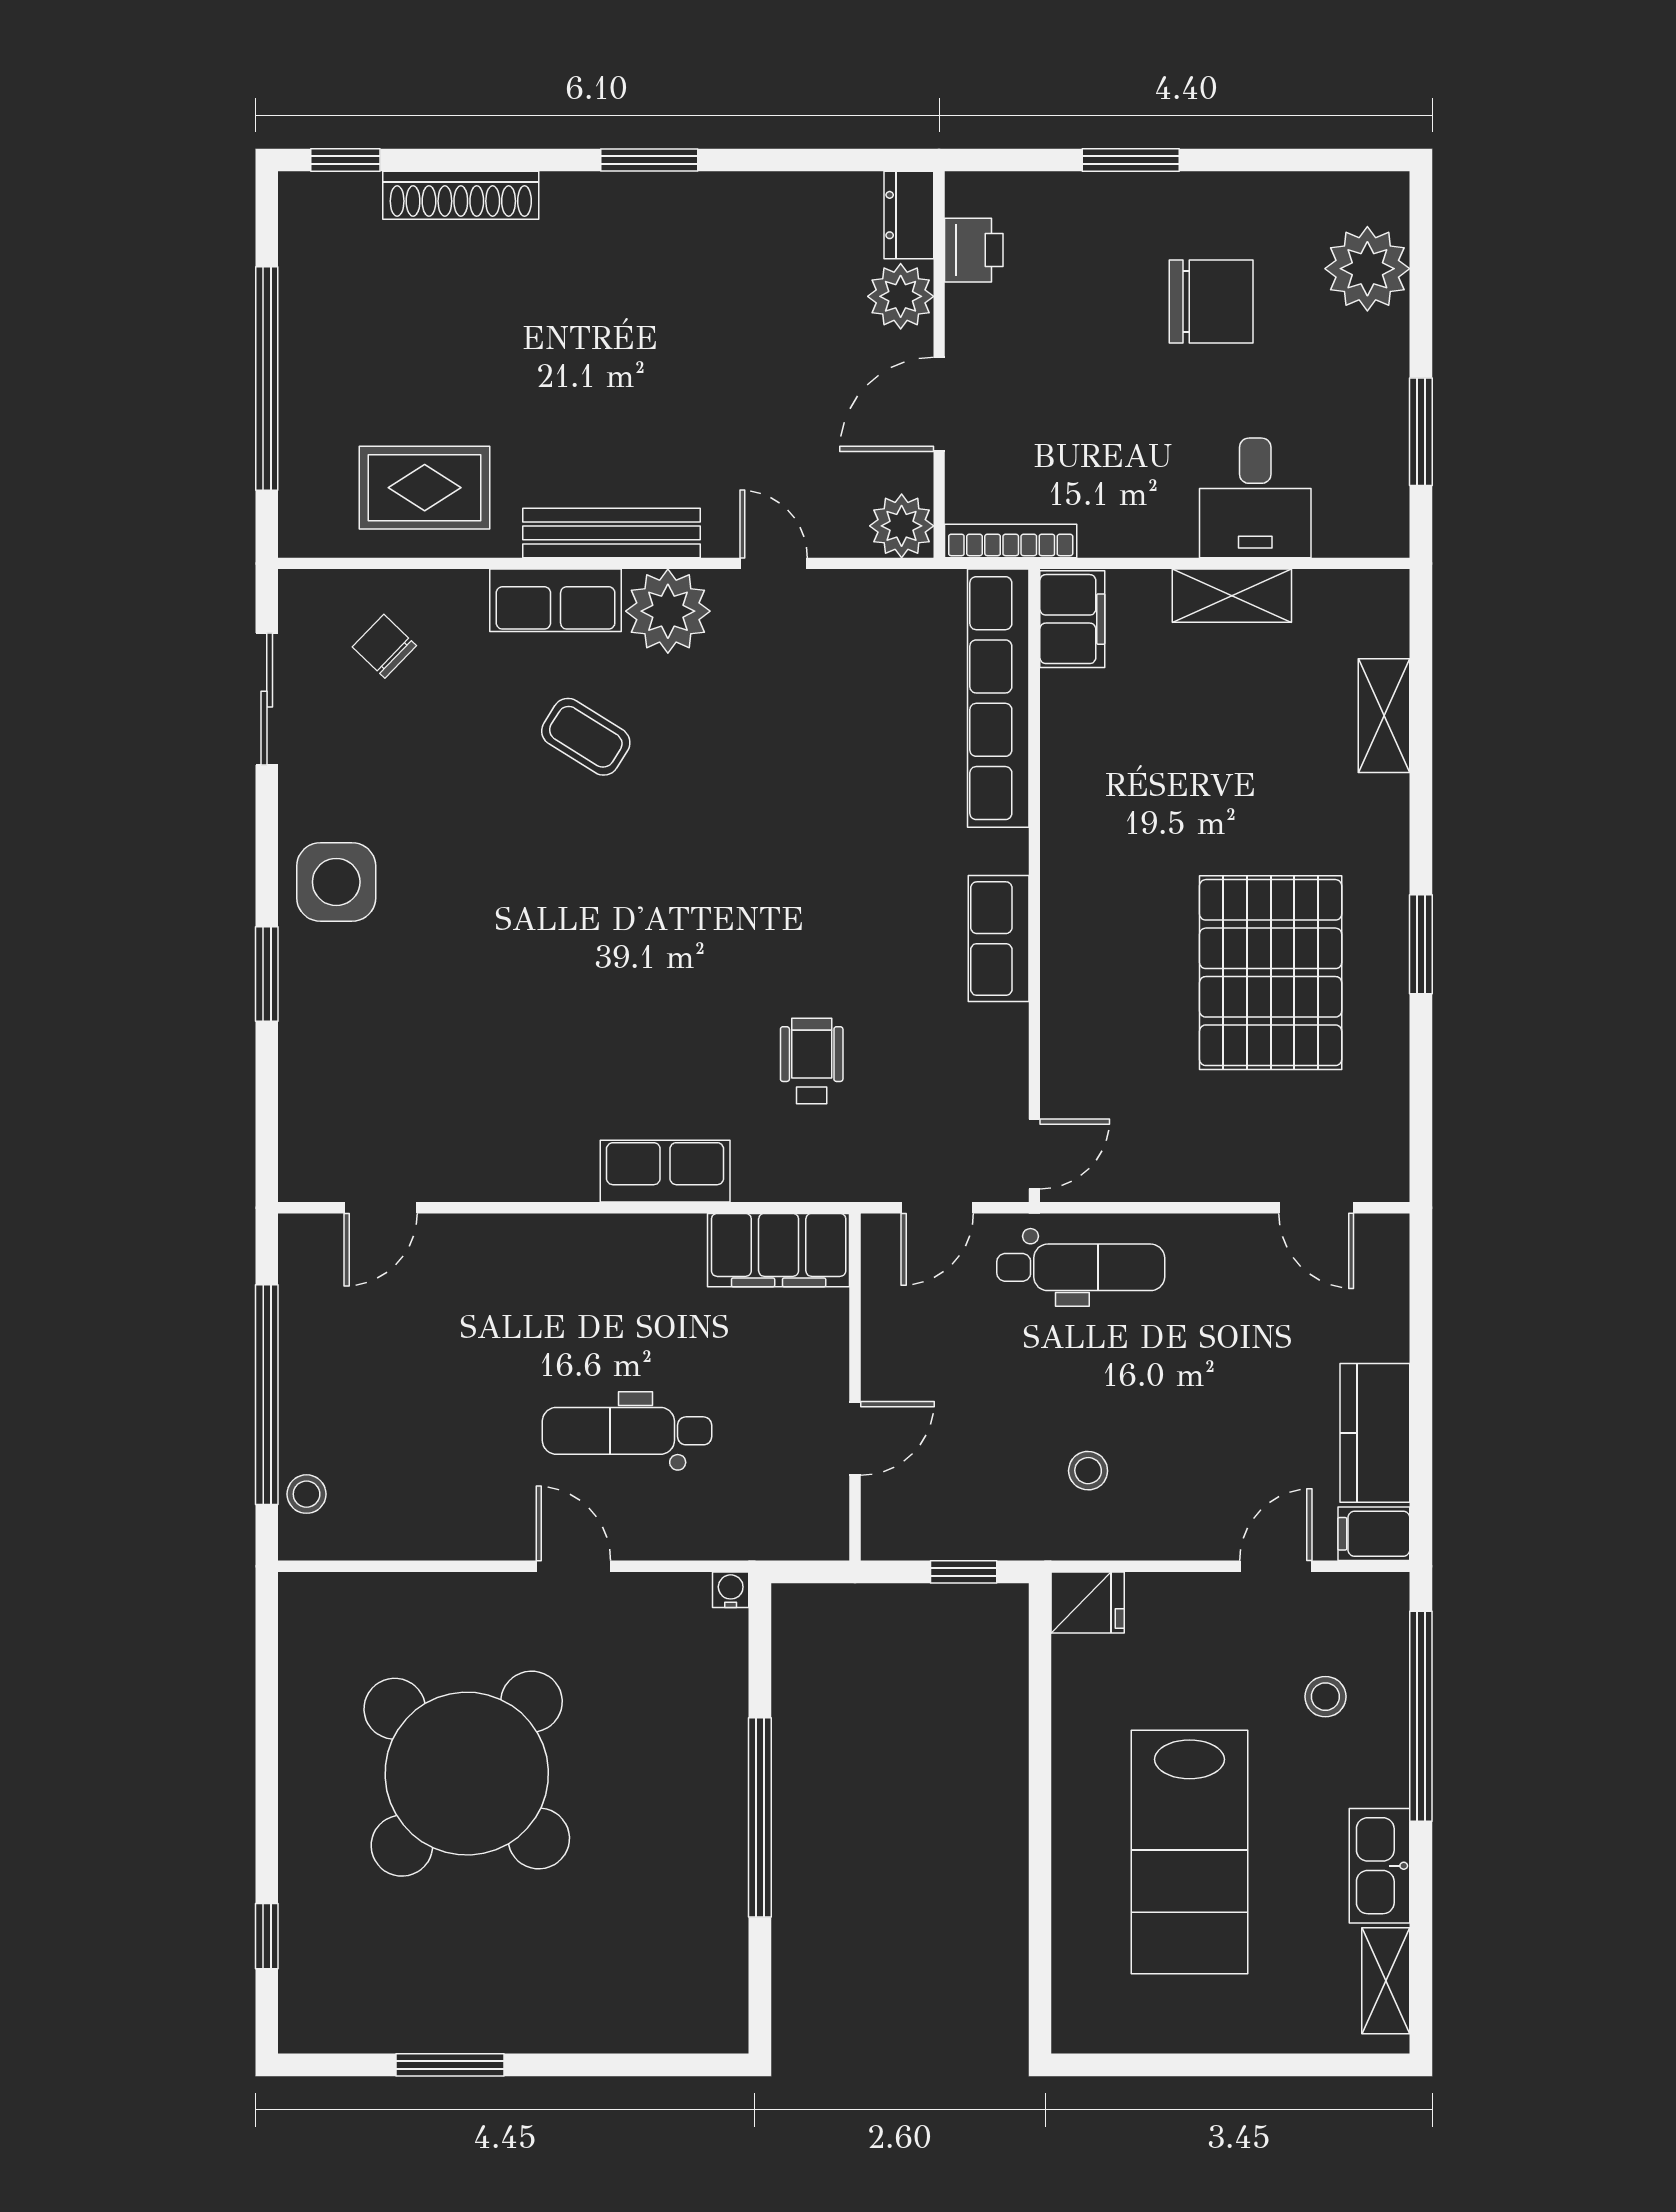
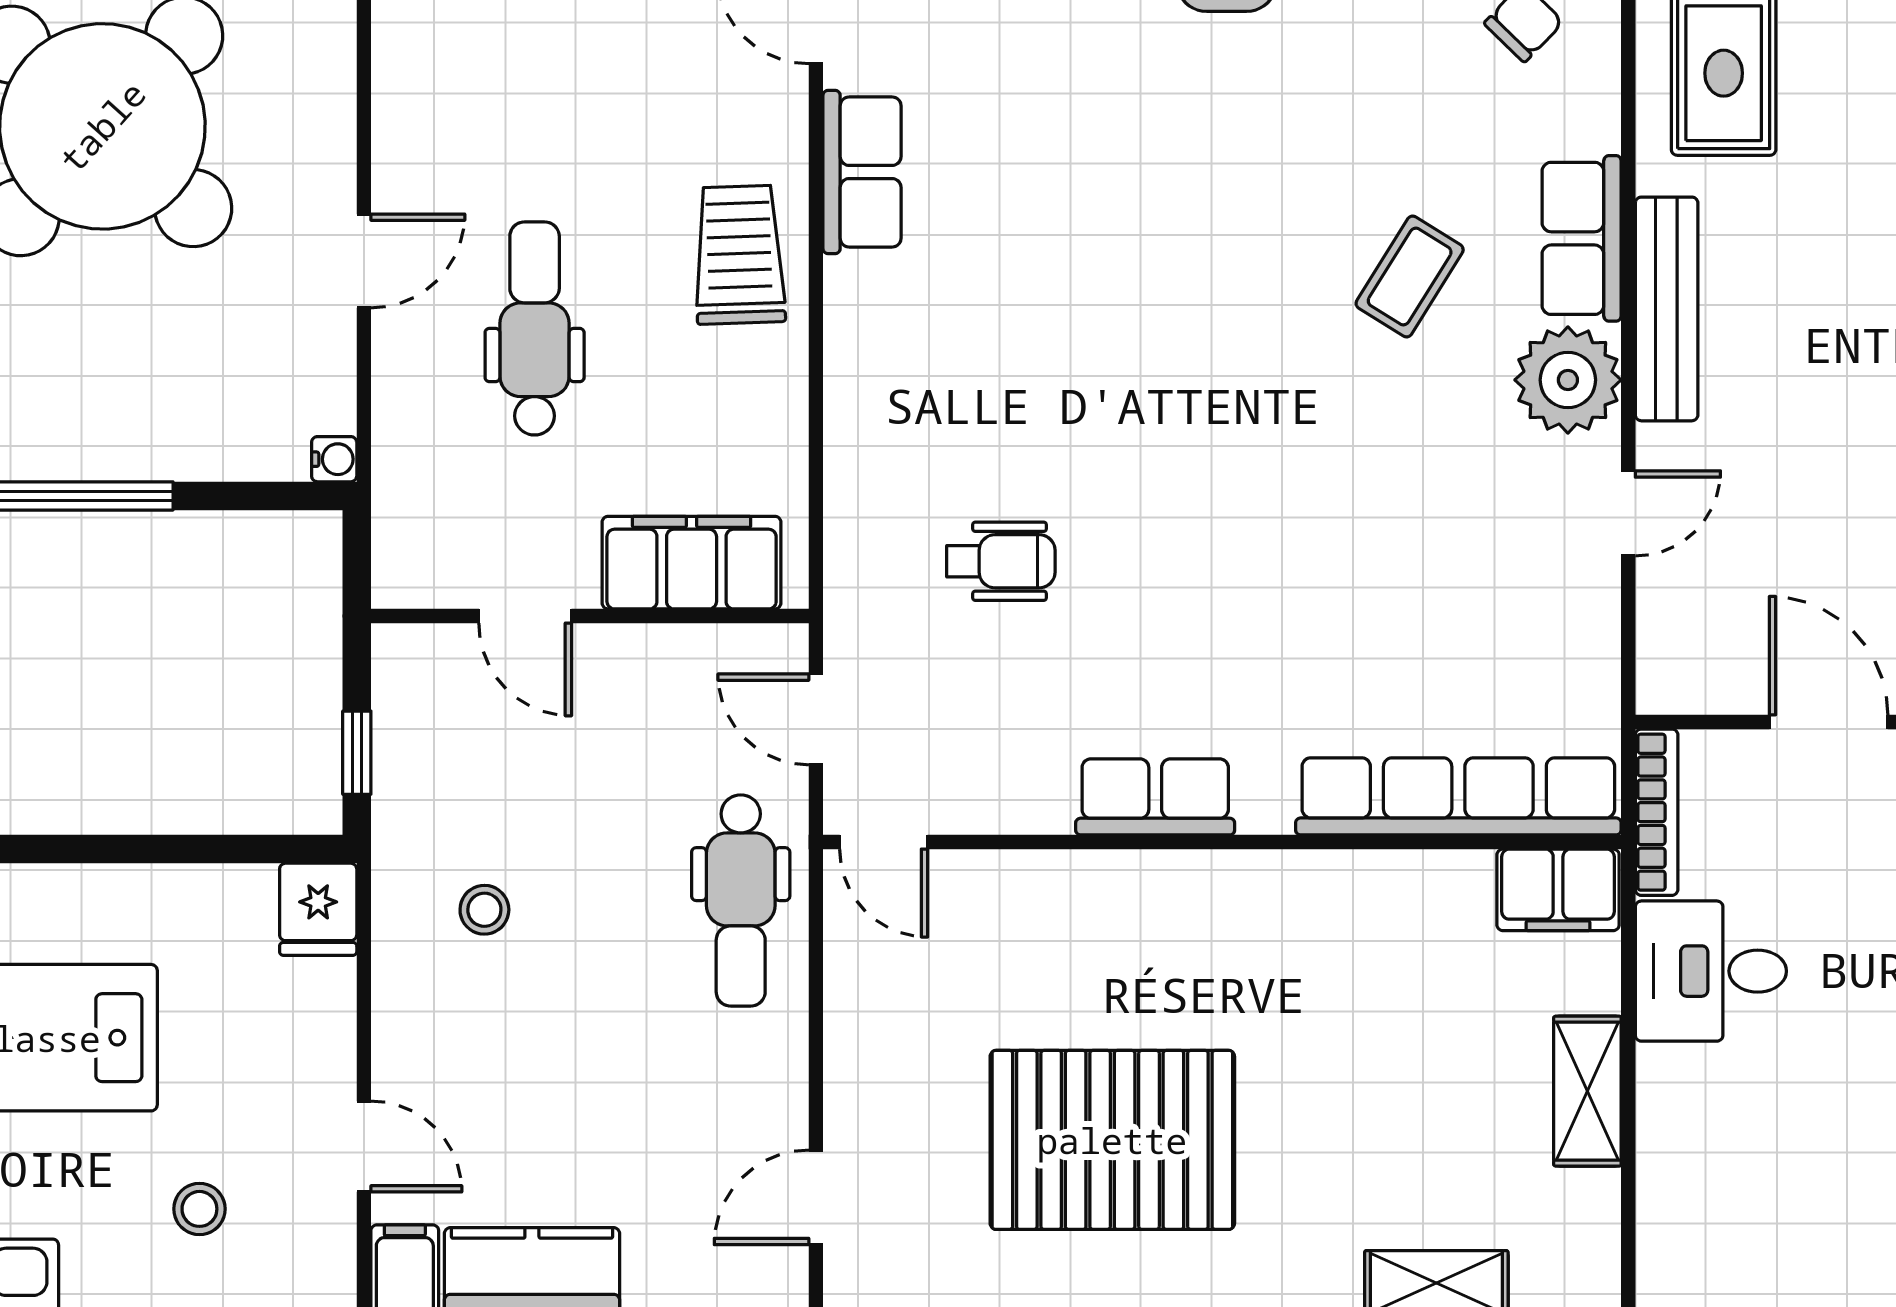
desk: (1255, 498) -> (1711, 971), moved
plant: (902, 526) -> (1676, 675), removed
row of seats: (665, 1171) -> (862, 172), moved
filing cabinet: (779, 1250) -> (692, 563), moved, turned 90
trolley: (569, 1268) -> (739, 255), added

